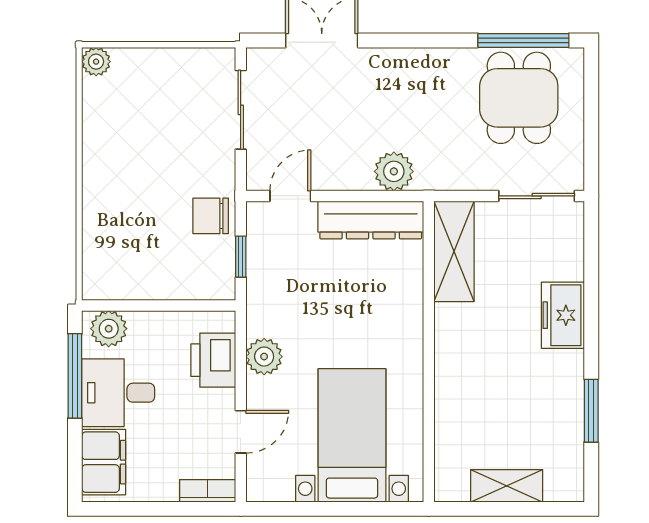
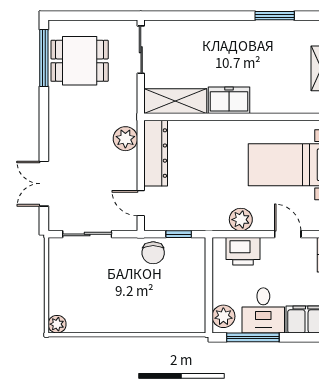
freezer: (563, 315) -> (229, 100), moved, turned 180

